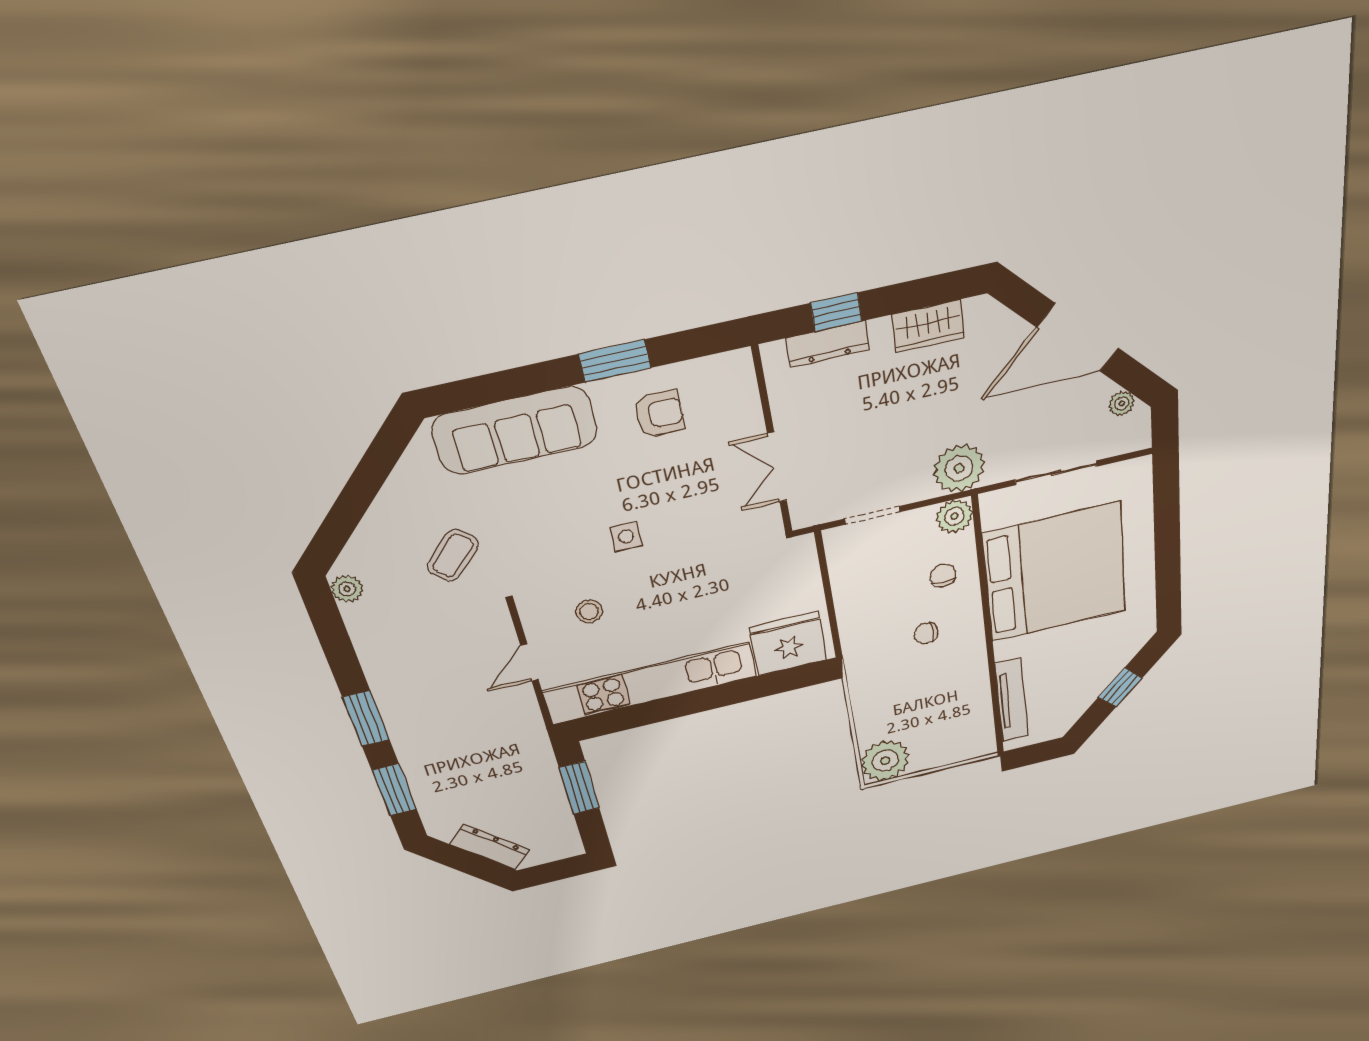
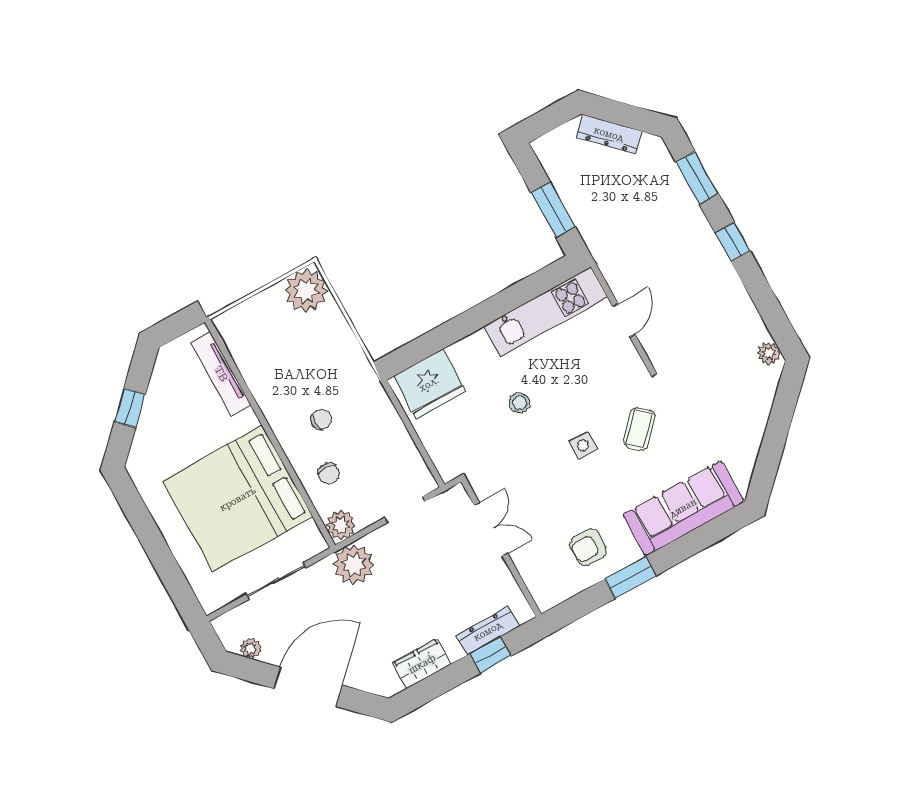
coffee table: (453, 555) -> (639, 429), moved
stool: (589, 611) -> (520, 403), moved
kitchen unit: (650, 683) -> (546, 312), width x0.73
window: (366, 718) -> (733, 242), width x0.67

